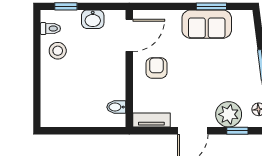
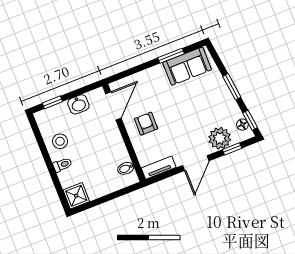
sofa: (207, 24) -> (187, 66), moved
toilet: (50, 29) -> (62, 165), moved
shower: (52, 115) -> (76, 196), added

